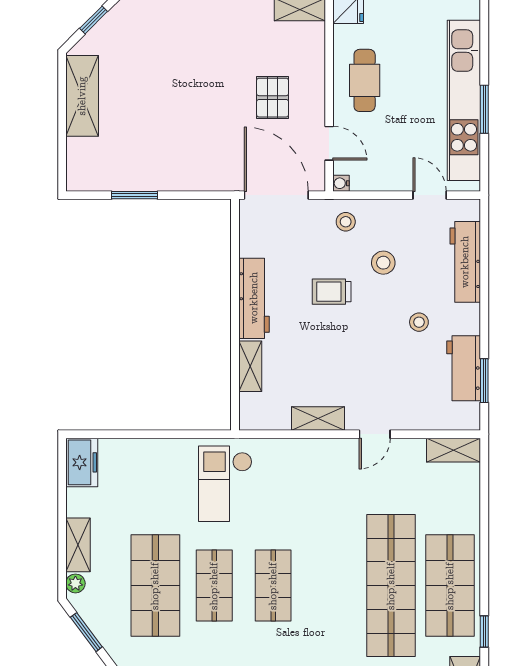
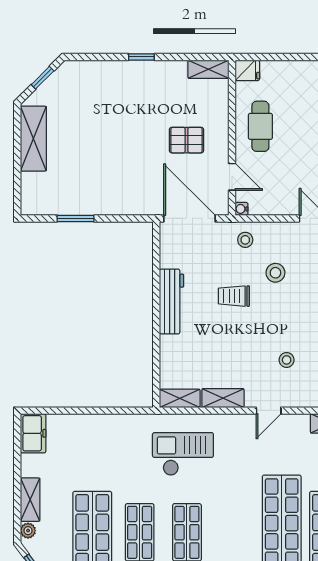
pallet: (273, 98) -> (186, 140), turned 90
stool: (419, 322) -> (287, 360), moved
shelving: (250, 366) -> (180, 398), moved, turned 90
checkout: (225, 484) -> (183, 454), moved, turned 90

